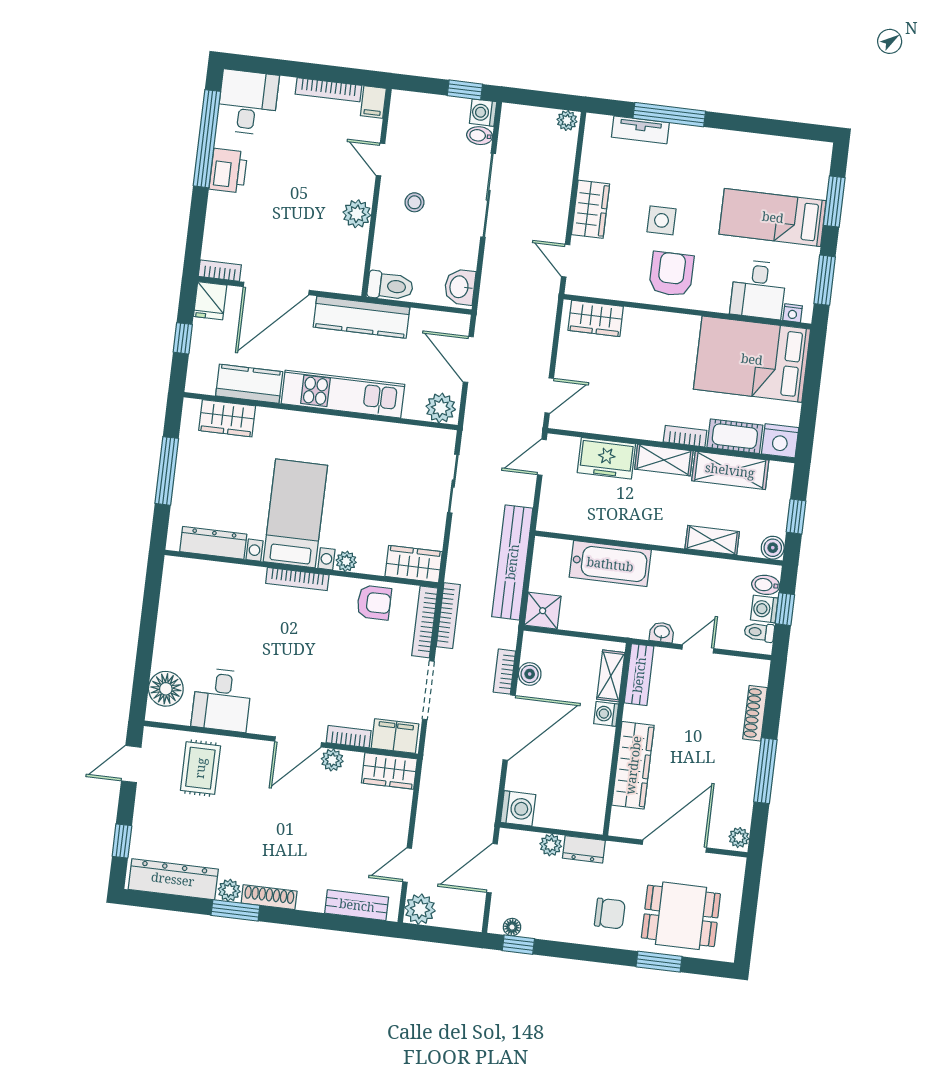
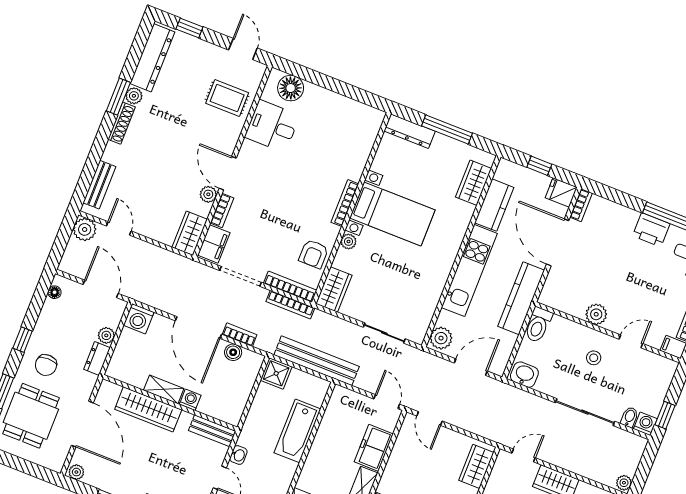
dresser: (213, 543) -> (410, 131), moved, turned 90
shelving: (611, 676) -> (164, 389), moved
window: (518, 945) -> (23, 340), moved

